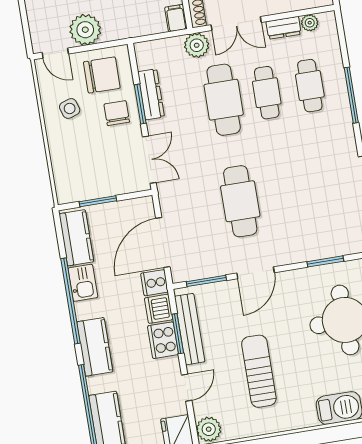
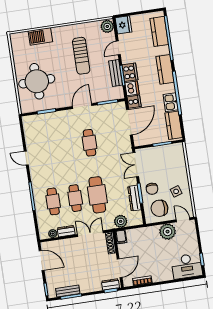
plant: (197, 45) -> (121, 221), moved
cafe table: (240, 201) -> (90, 143), width x0.73, depth x0.74
bench: (190, 329) -> (116, 73), width x0.73

